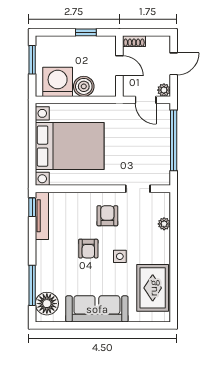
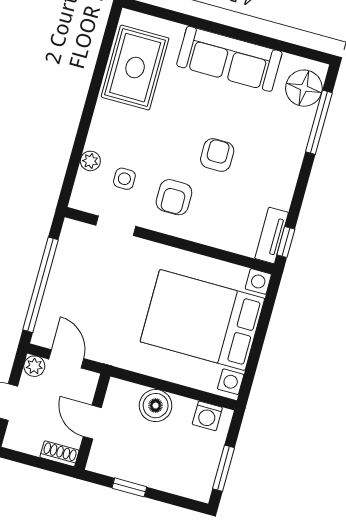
washing machine: (58, 82) -> (207, 416), width x0.53, depth x0.53
tv unit: (42, 216) -> (272, 235), width x0.71
side table: (120, 256) -> (124, 179), moved

